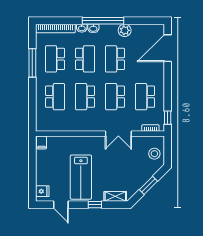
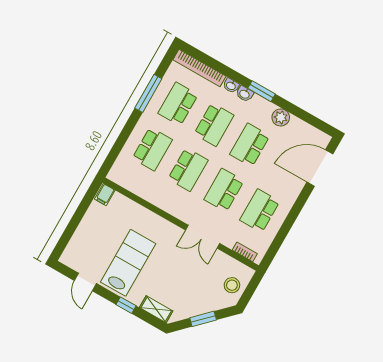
window: (103, 21) -> (262, 91), width x0.47
school desk: (85, 97) -> (188, 170), turned 180
window: (168, 118) -> (272, 251), removed
lab bench: (81, 177) -> (128, 263), turned 180
fridge: (42, 191) -> (72, 253), removed

